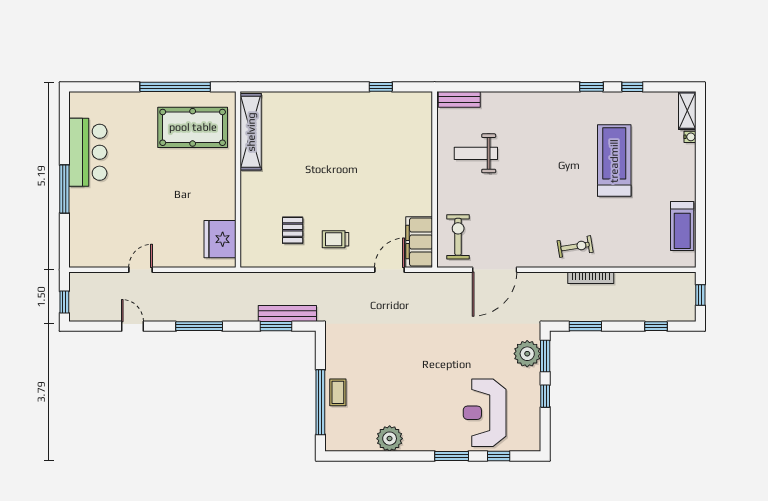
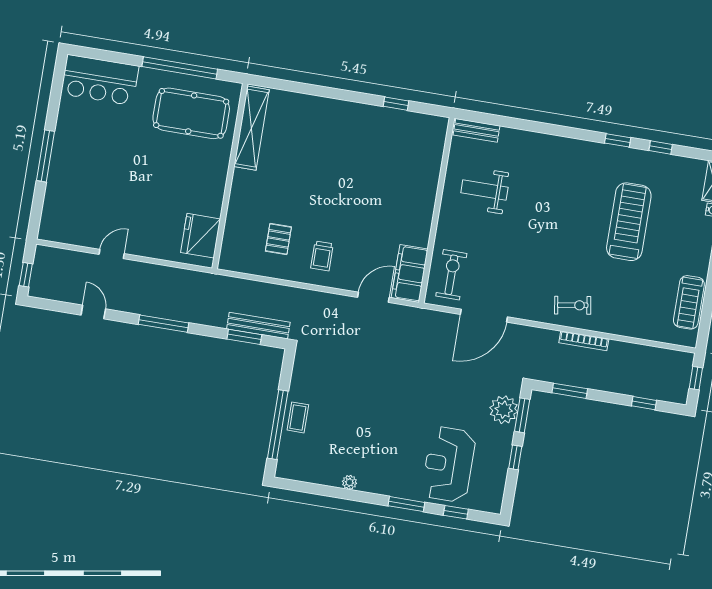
bar counter: (88, 152) -> (100, 80), moved, turned 90
trolley: (336, 239) -> (322, 256), turned -90
plant: (390, 439) -> (349, 482), width x0.53, depth x0.53

